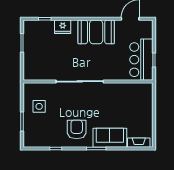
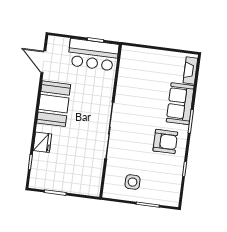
armchair: (77, 129) -> (165, 141), turned 180

